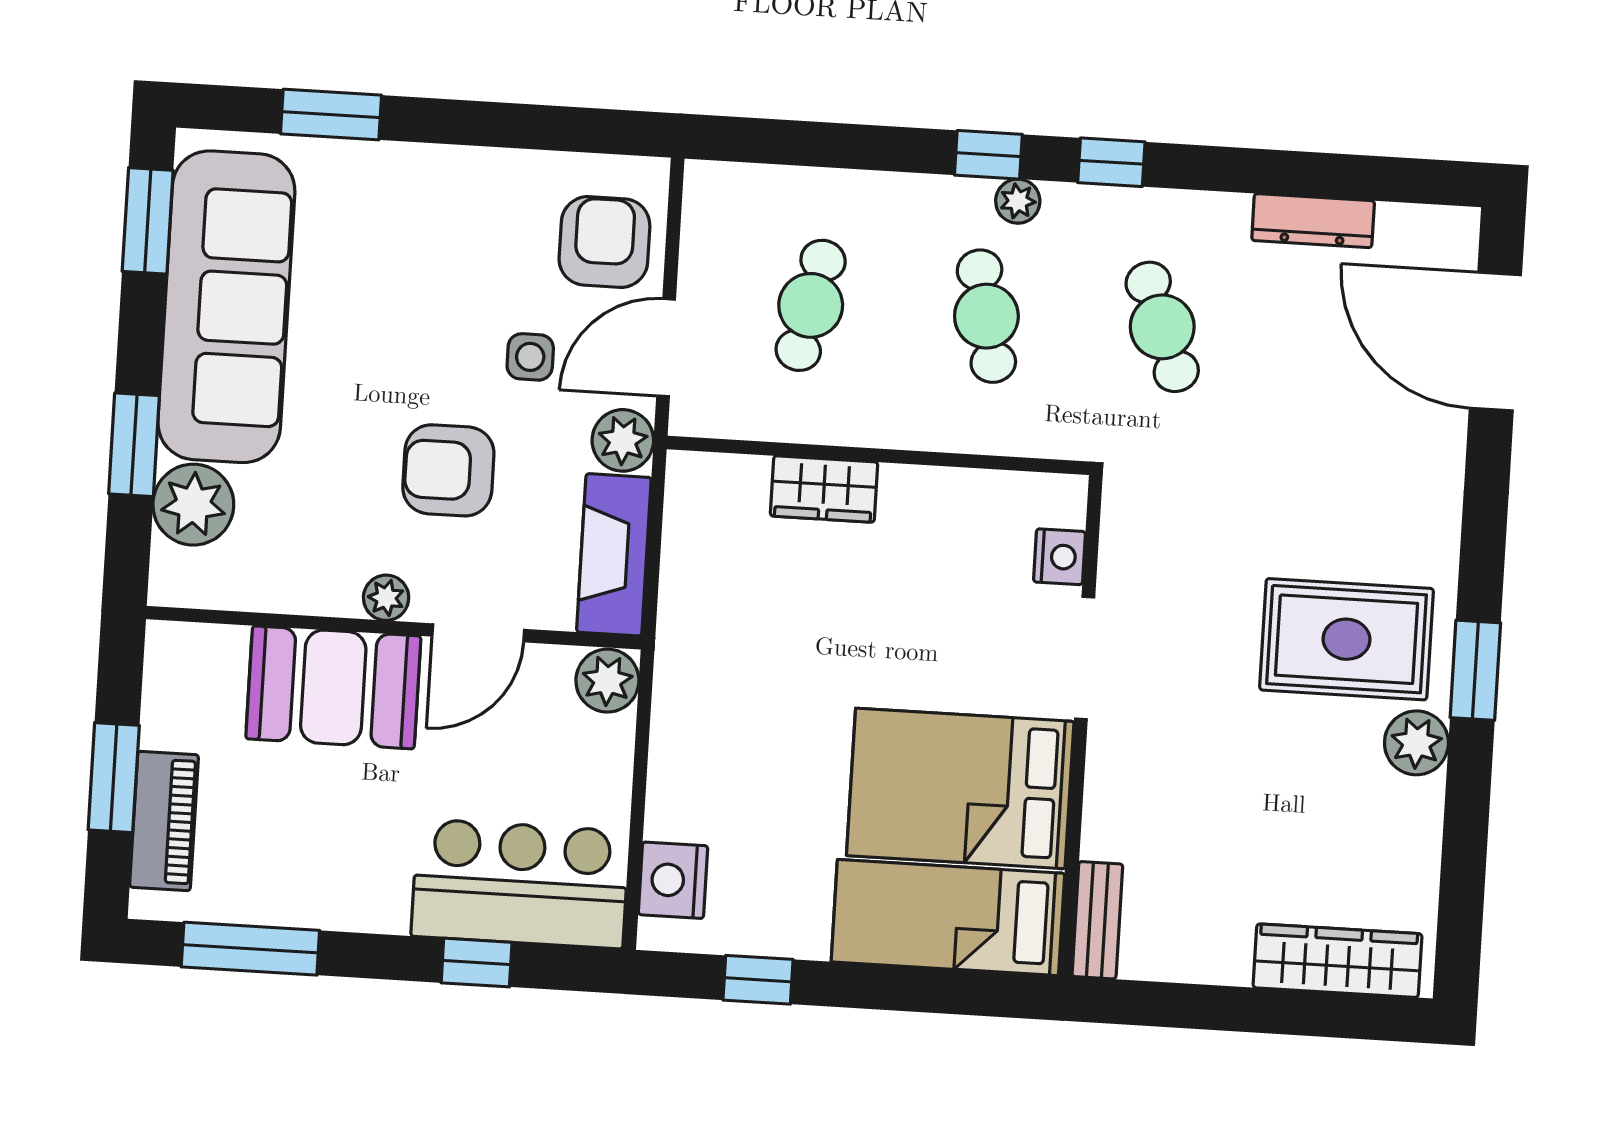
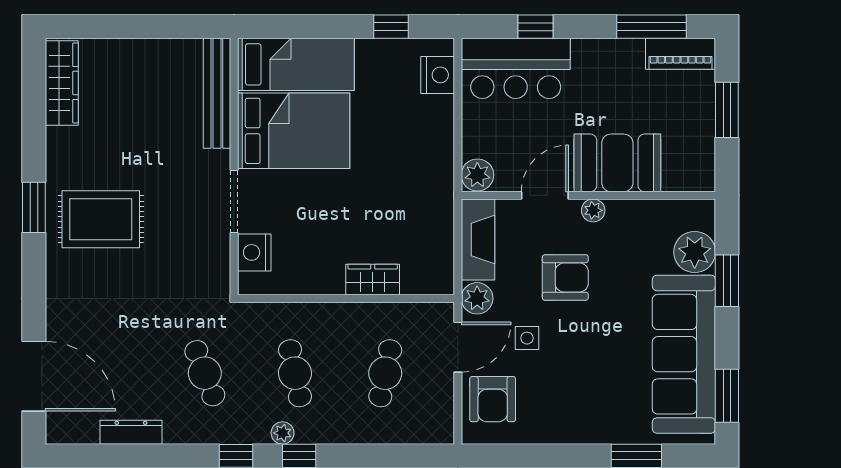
nightstand: (1059, 557) -> (254, 252), width x1.36, depth x1.33
plant: (1416, 743) -> (62, 168), removed
piano: (164, 821) -> (680, 54), moved, turned -90
bench: (1097, 920) -> (217, 93), width x1.86, depth x1.21
wardrobe: (1338, 961) -> (62, 83), moved, turned -90

